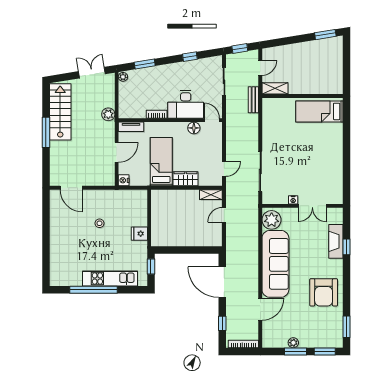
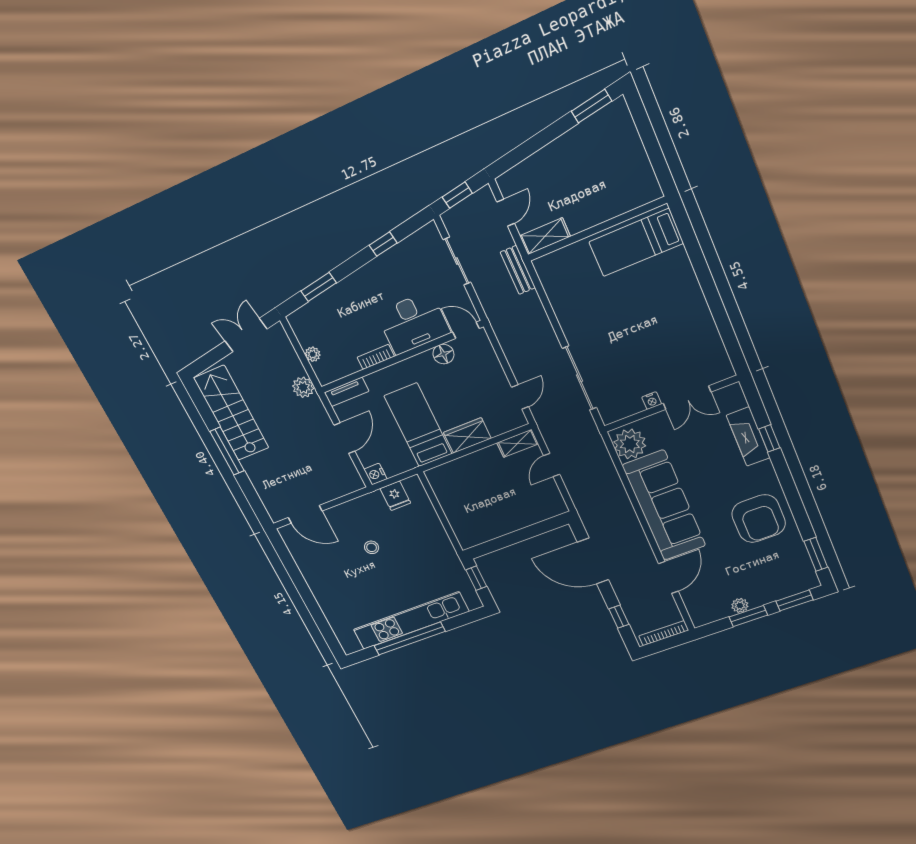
plant: (123, 77) -> (313, 354), moved
fridge: (139, 234) -> (395, 496), moved, turned -90
kitchen unit: (110, 279) -> (411, 621), width x1.36

